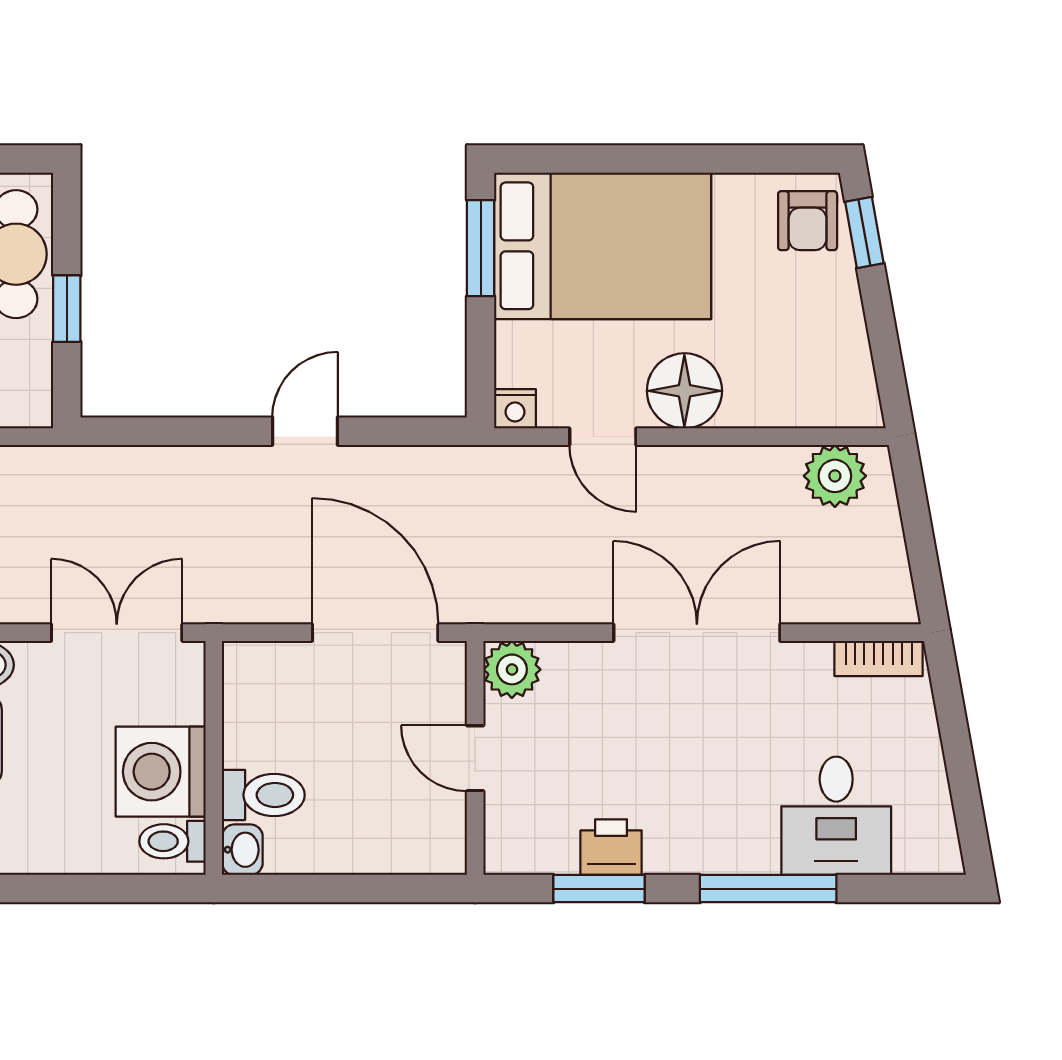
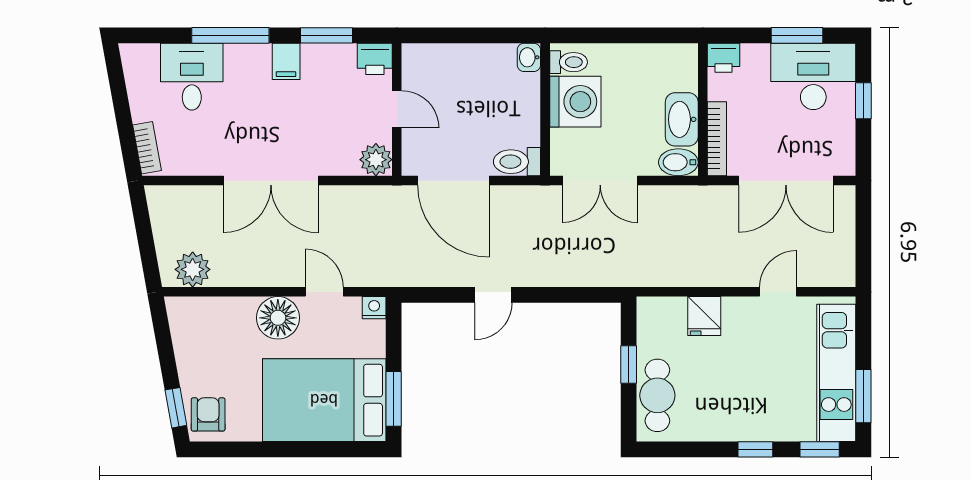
bookcase: (879, 658) -> (147, 148), moved, turned 80
toilet: (263, 795) -> (517, 162), moved
filing cabinet: (670, 843) -> (286, 61), added
printer: (611, 847) -> (375, 59), moved

